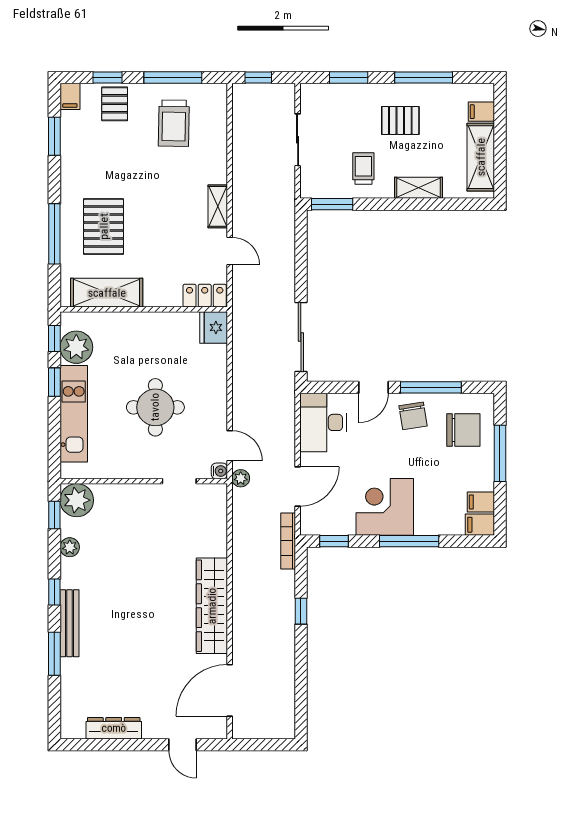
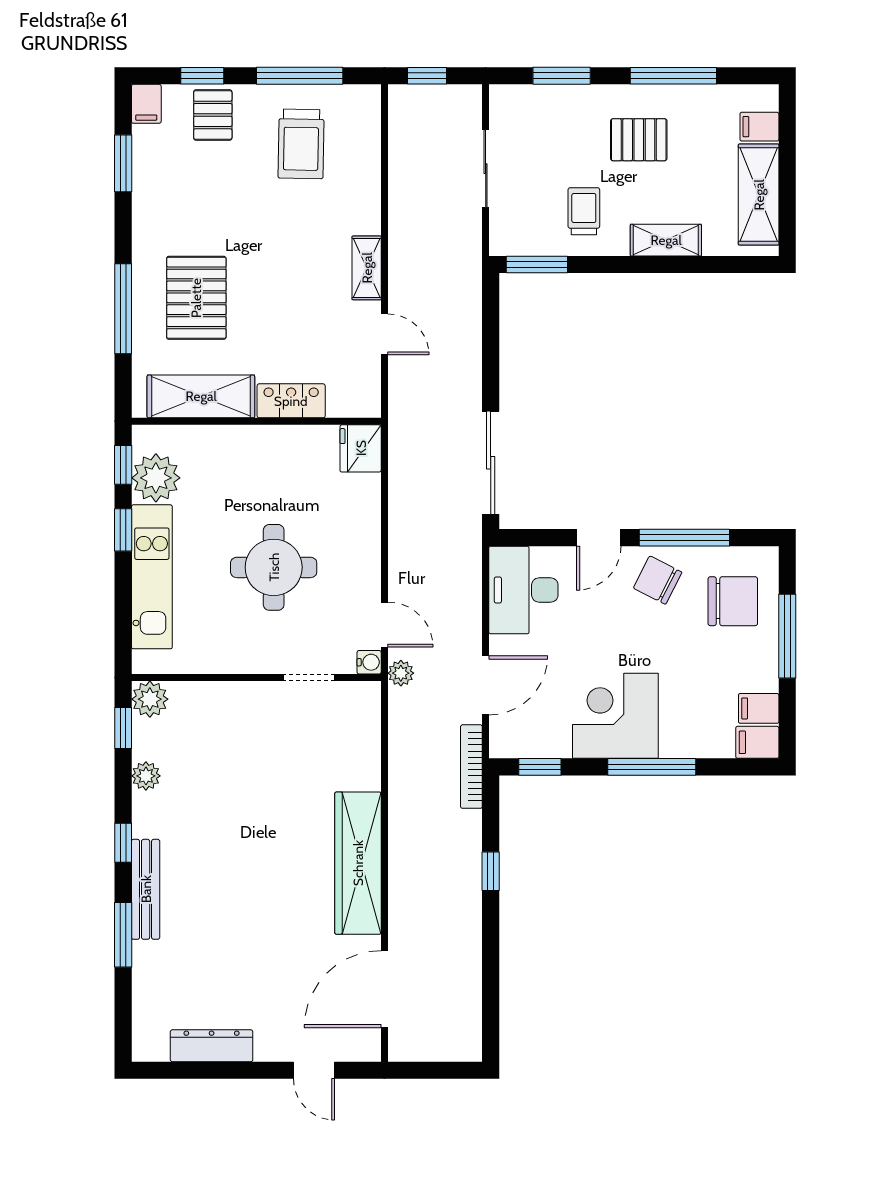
locker: (205, 296) -> (291, 401), moved
chair: (413, 416) -> (658, 580), turned 126
plant: (77, 500) -> (150, 699), width x0.73, depth x0.73

